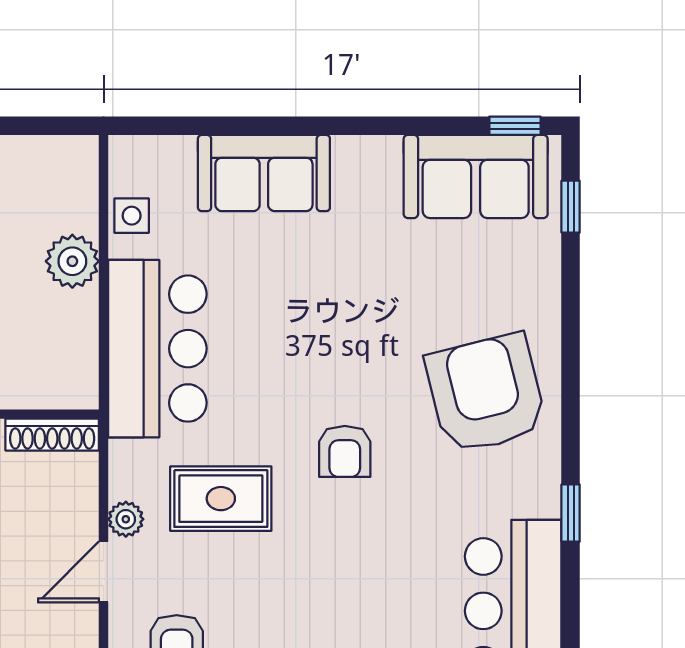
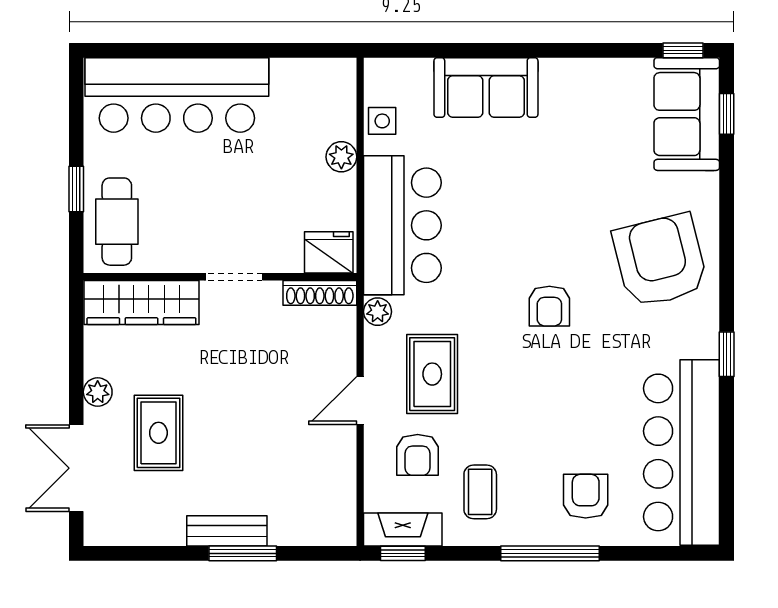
sofa: (476, 176) -> (687, 114), moved, turned 90
plant: (72, 261) -> (341, 157), width x0.73, depth x0.73
fridge: (64, 383) -> (329, 252), added
rug: (221, 499) -> (432, 374), moved, turned 90
plant: (126, 519) -> (378, 312), moved

